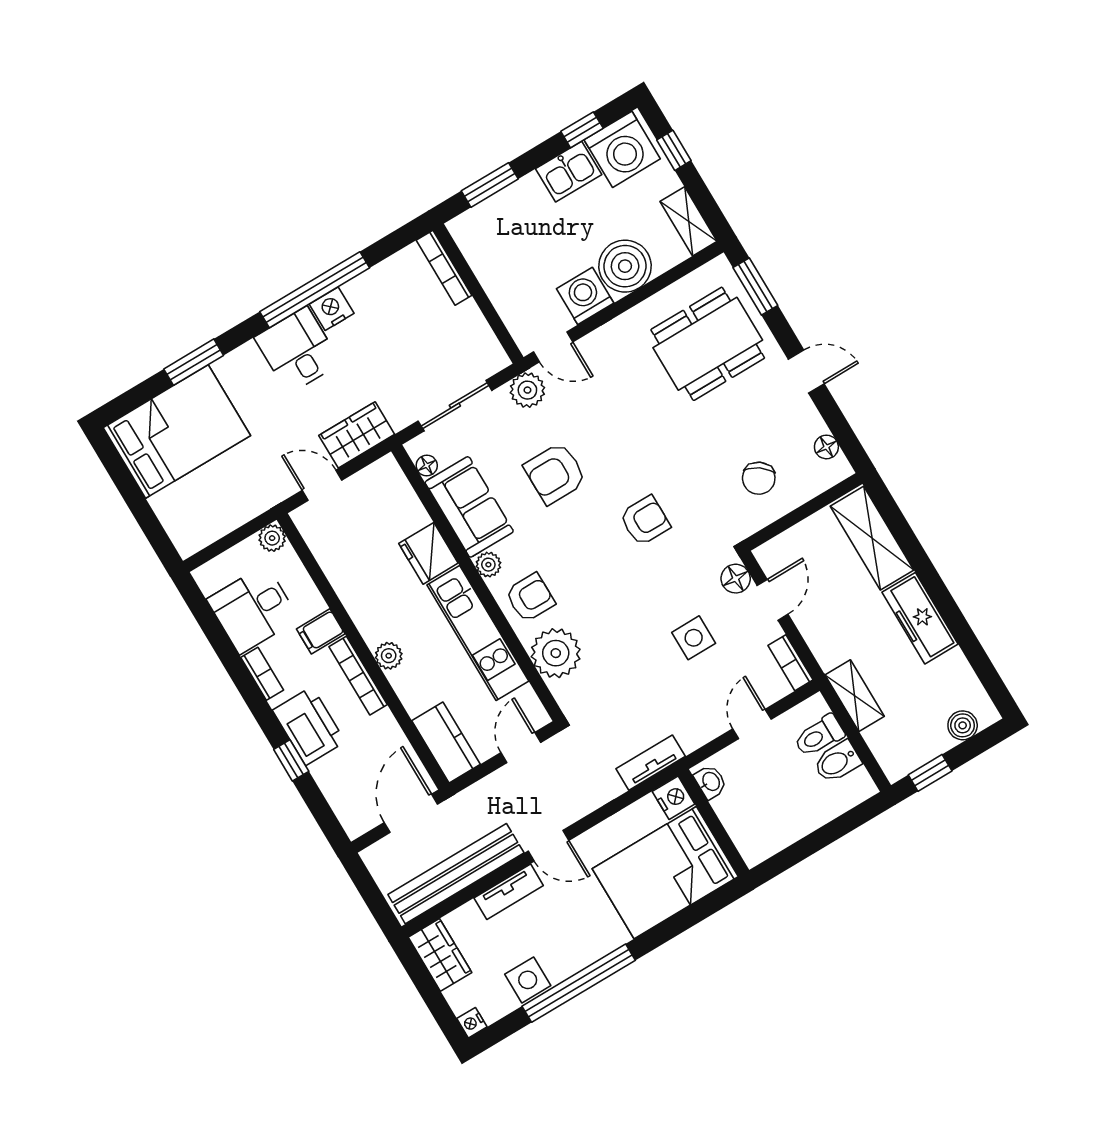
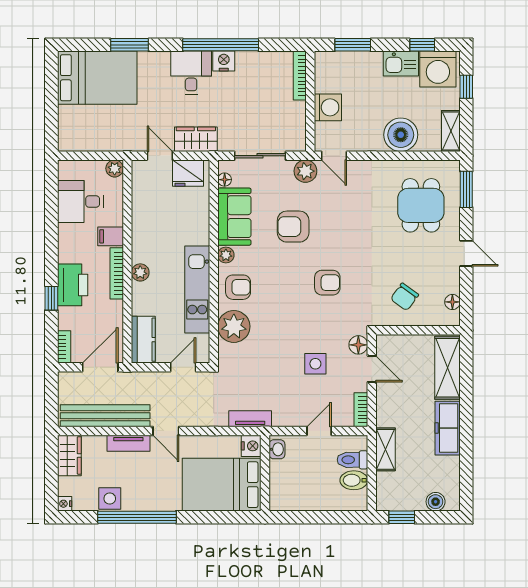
washing machine: (585, 296) -> (328, 107), moved, turned 90
dining table: (708, 344) -> (421, 205), width x0.73
fridge: (428, 553) -> (188, 173), moved, turned -90
door: (773, 600) -> (372, 369), hinge flipped
bookcase: (262, 674) -> (64, 347), moved

